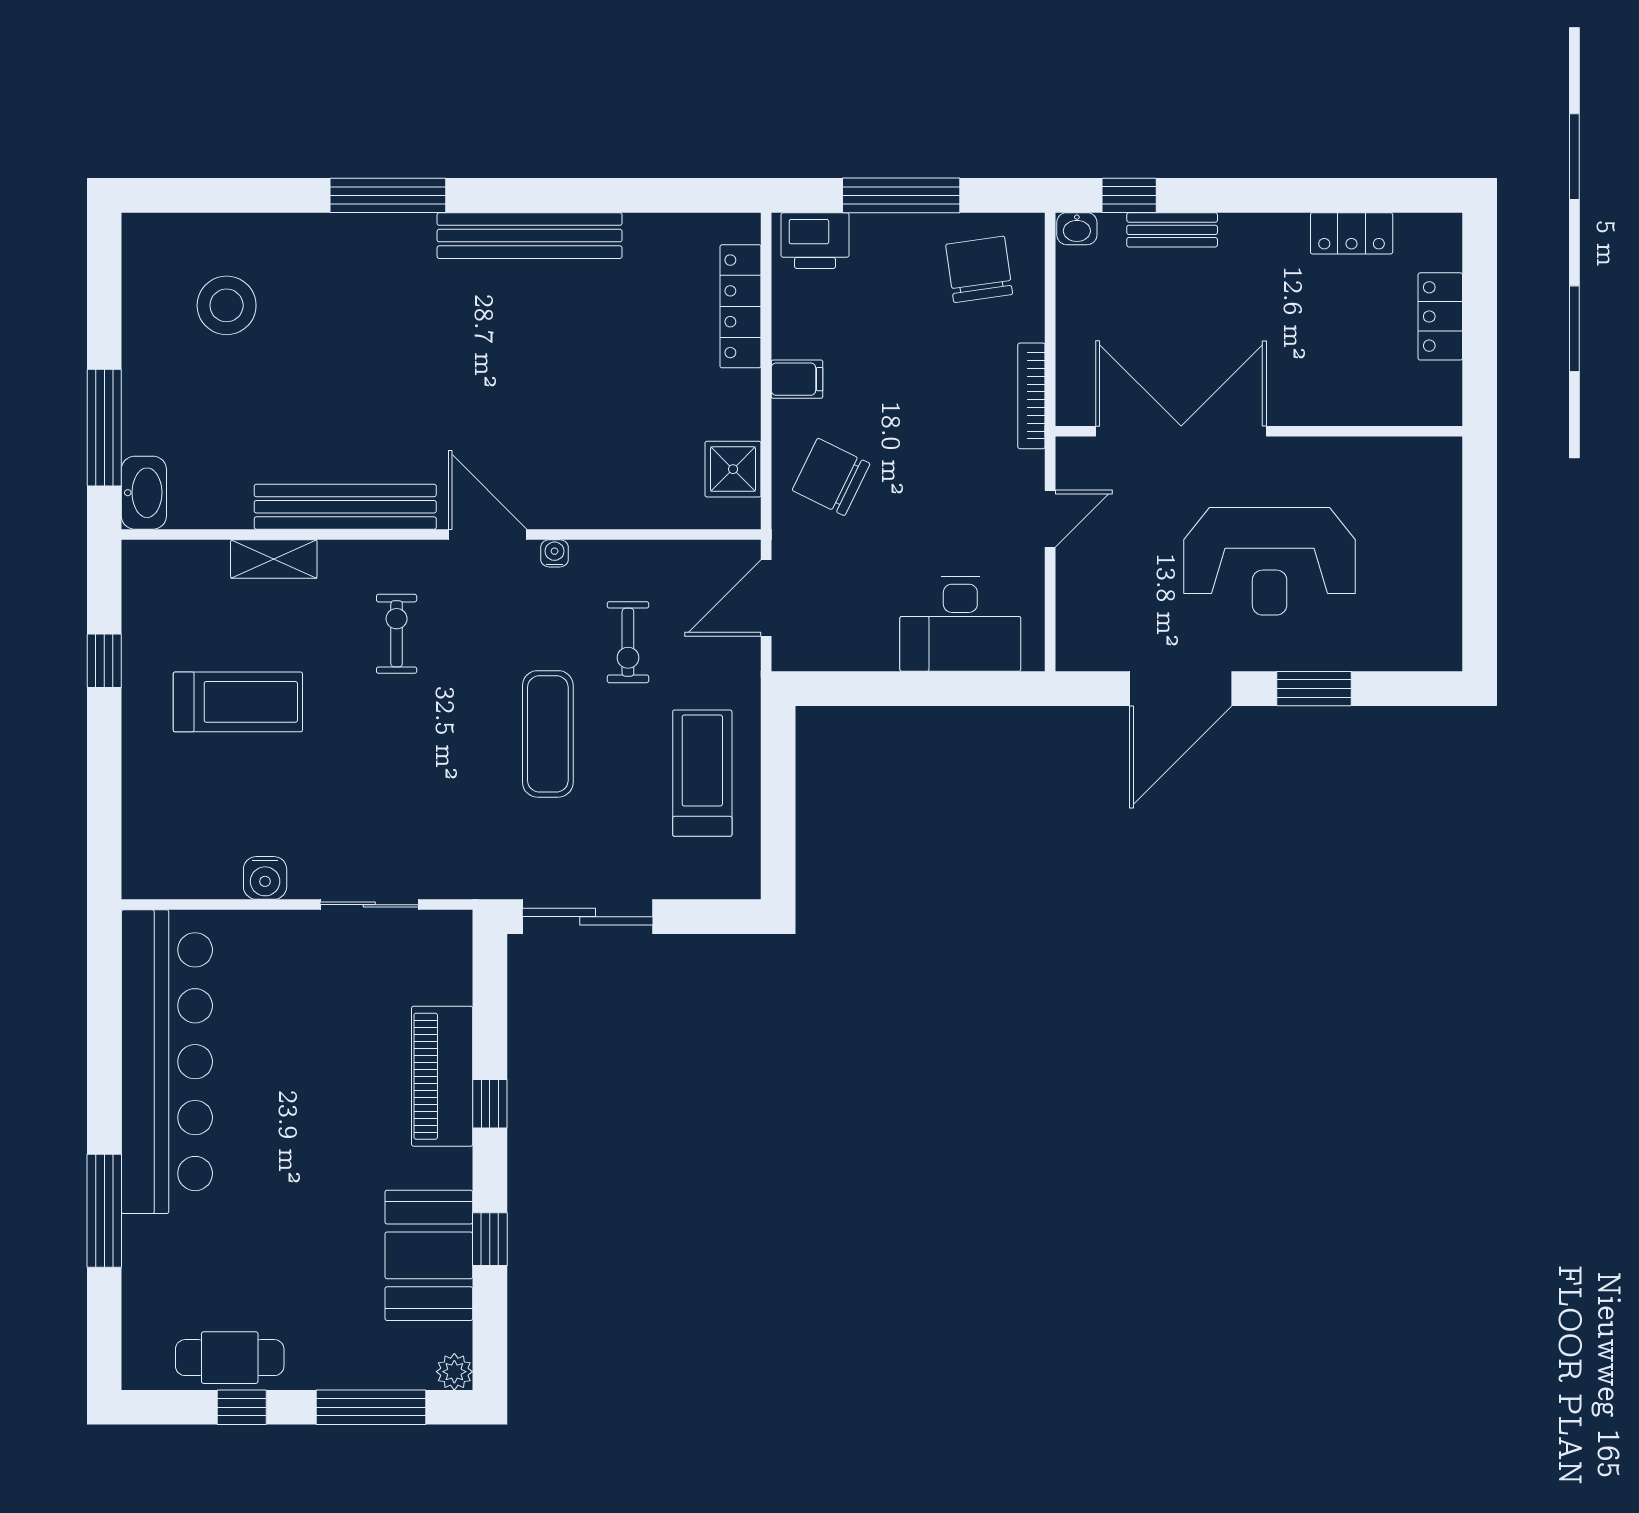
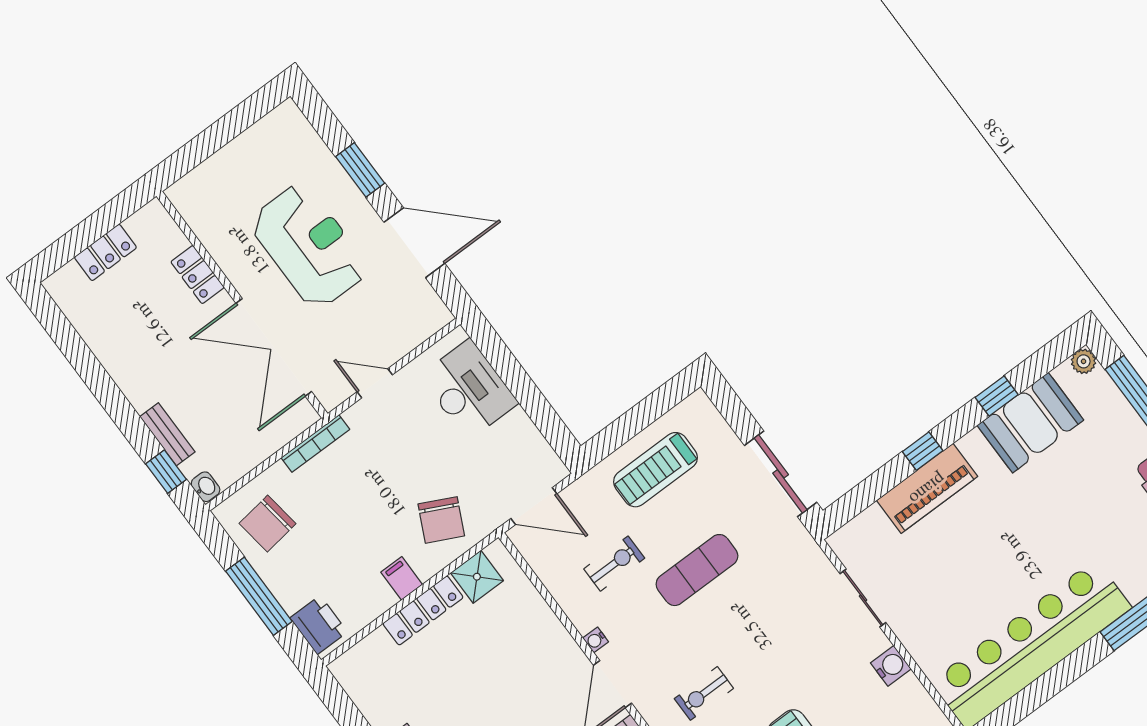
locker: (1352, 233) -> (198, 275), moved, turned 180
locker: (741, 306) -> (423, 610), moved

